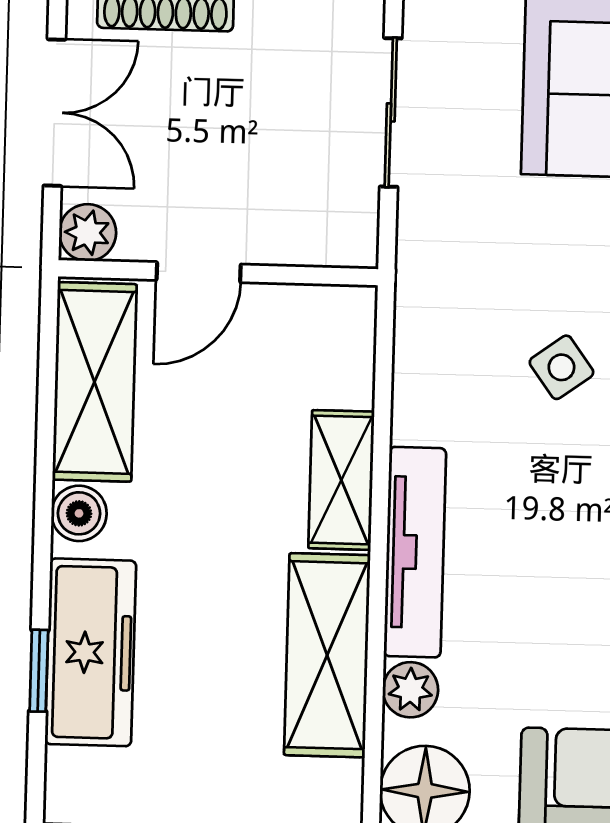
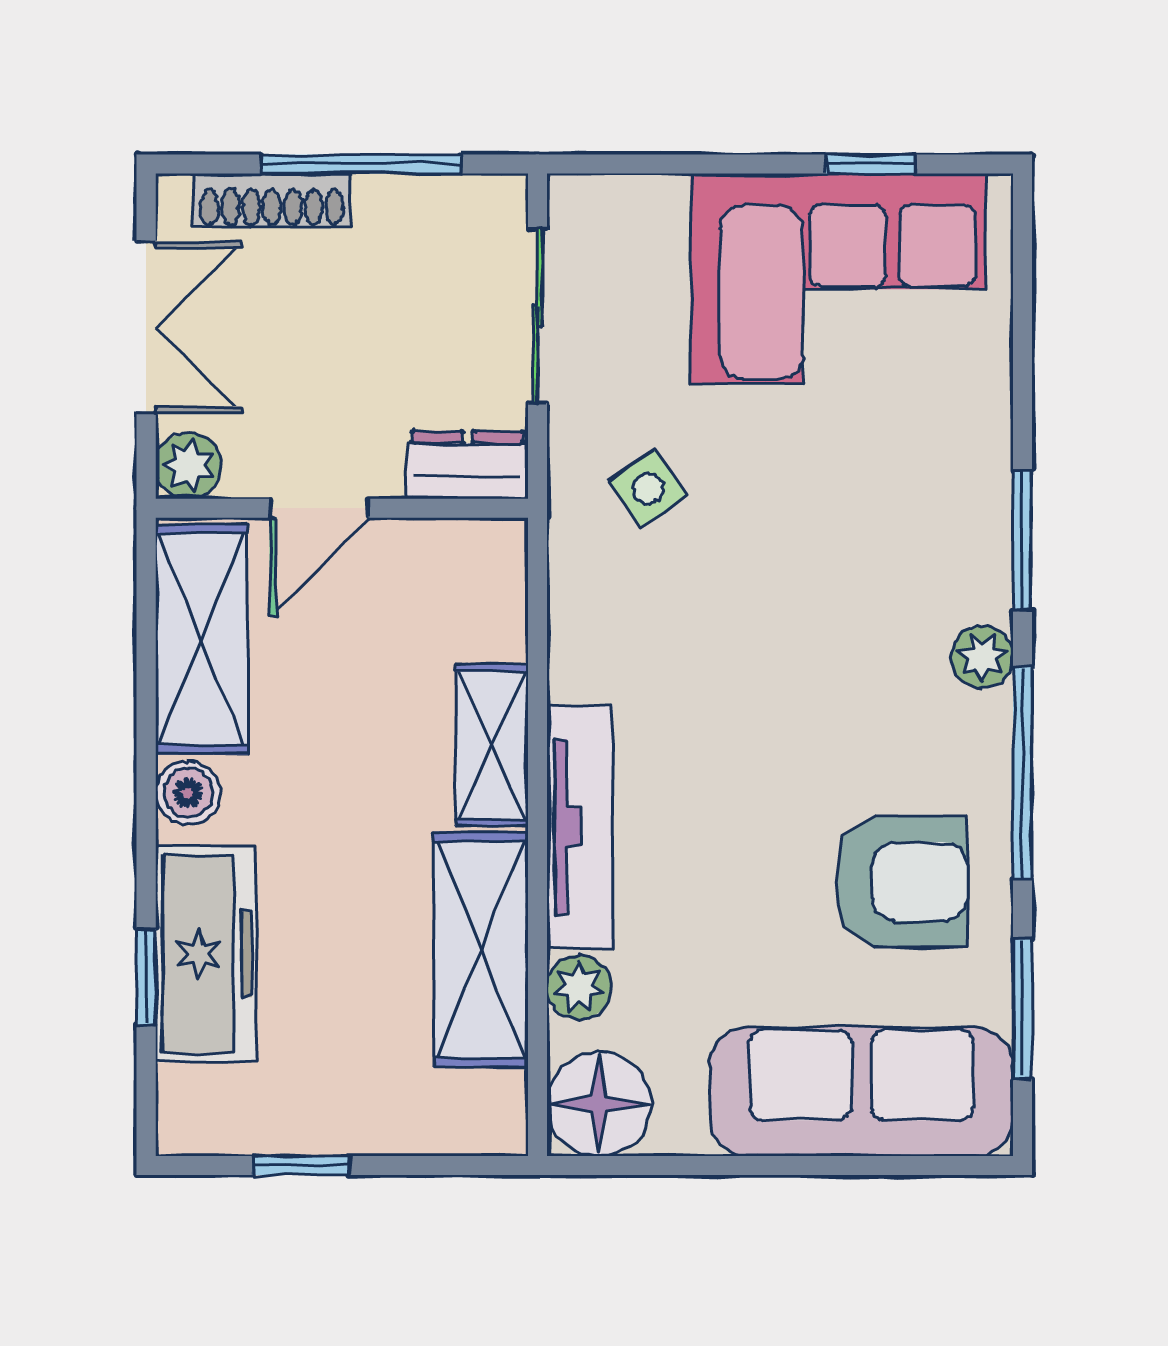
dresser: (327, 239) -> (468, 465), added
side table: (561, 367) -> (648, 489), moved

